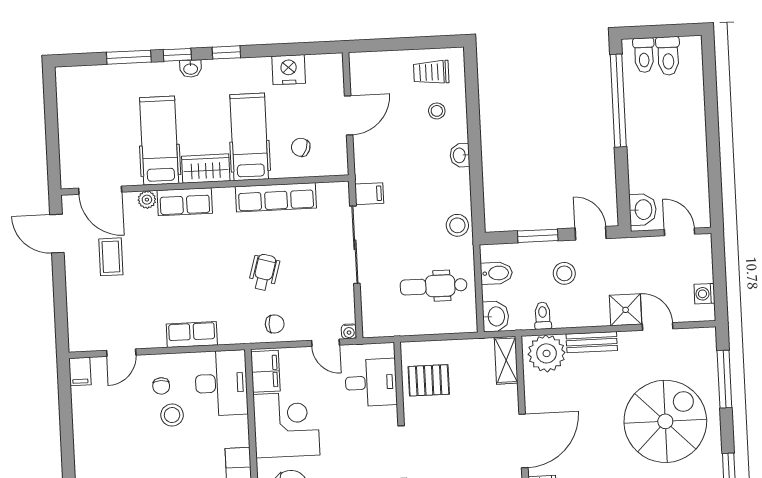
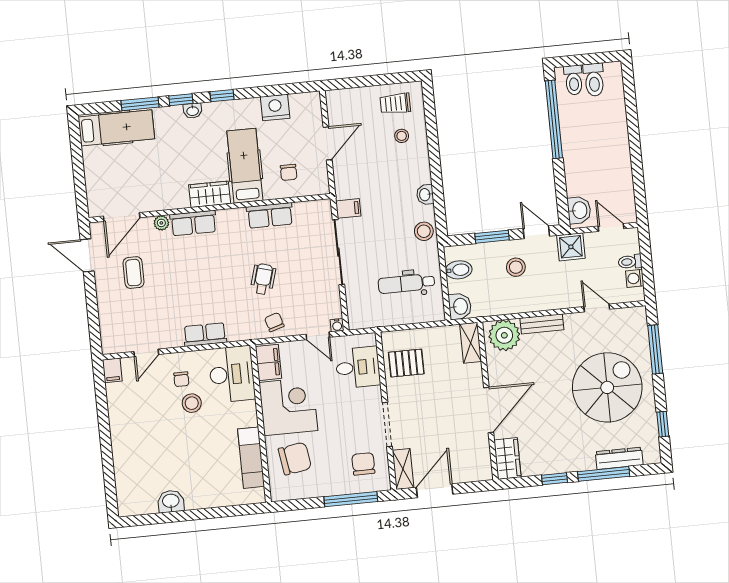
hospital bed: (159, 141) -> (116, 128), moved, turned 90
chair: (301, 147) -> (289, 172), turned -111
washbasin: (460, 155) -> (425, 195), moved
door: (100, 190) -> (122, 217), hinge flipped
row of seats: (276, 197) -> (270, 215), width x0.68
shower: (626, 310) -> (571, 247), moved
toilet: (543, 316) -> (630, 262), moved, turned -90
chair: (275, 324) -> (274, 322), turned -107

